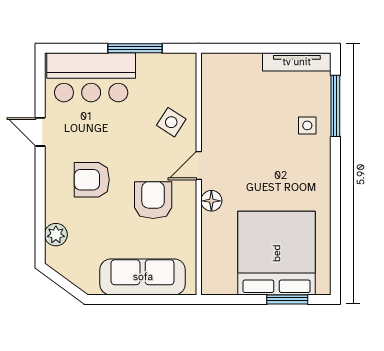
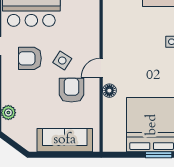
side table: (171, 122) -> (62, 61), moved
armchair: (92, 180) -> (30, 58), moved

